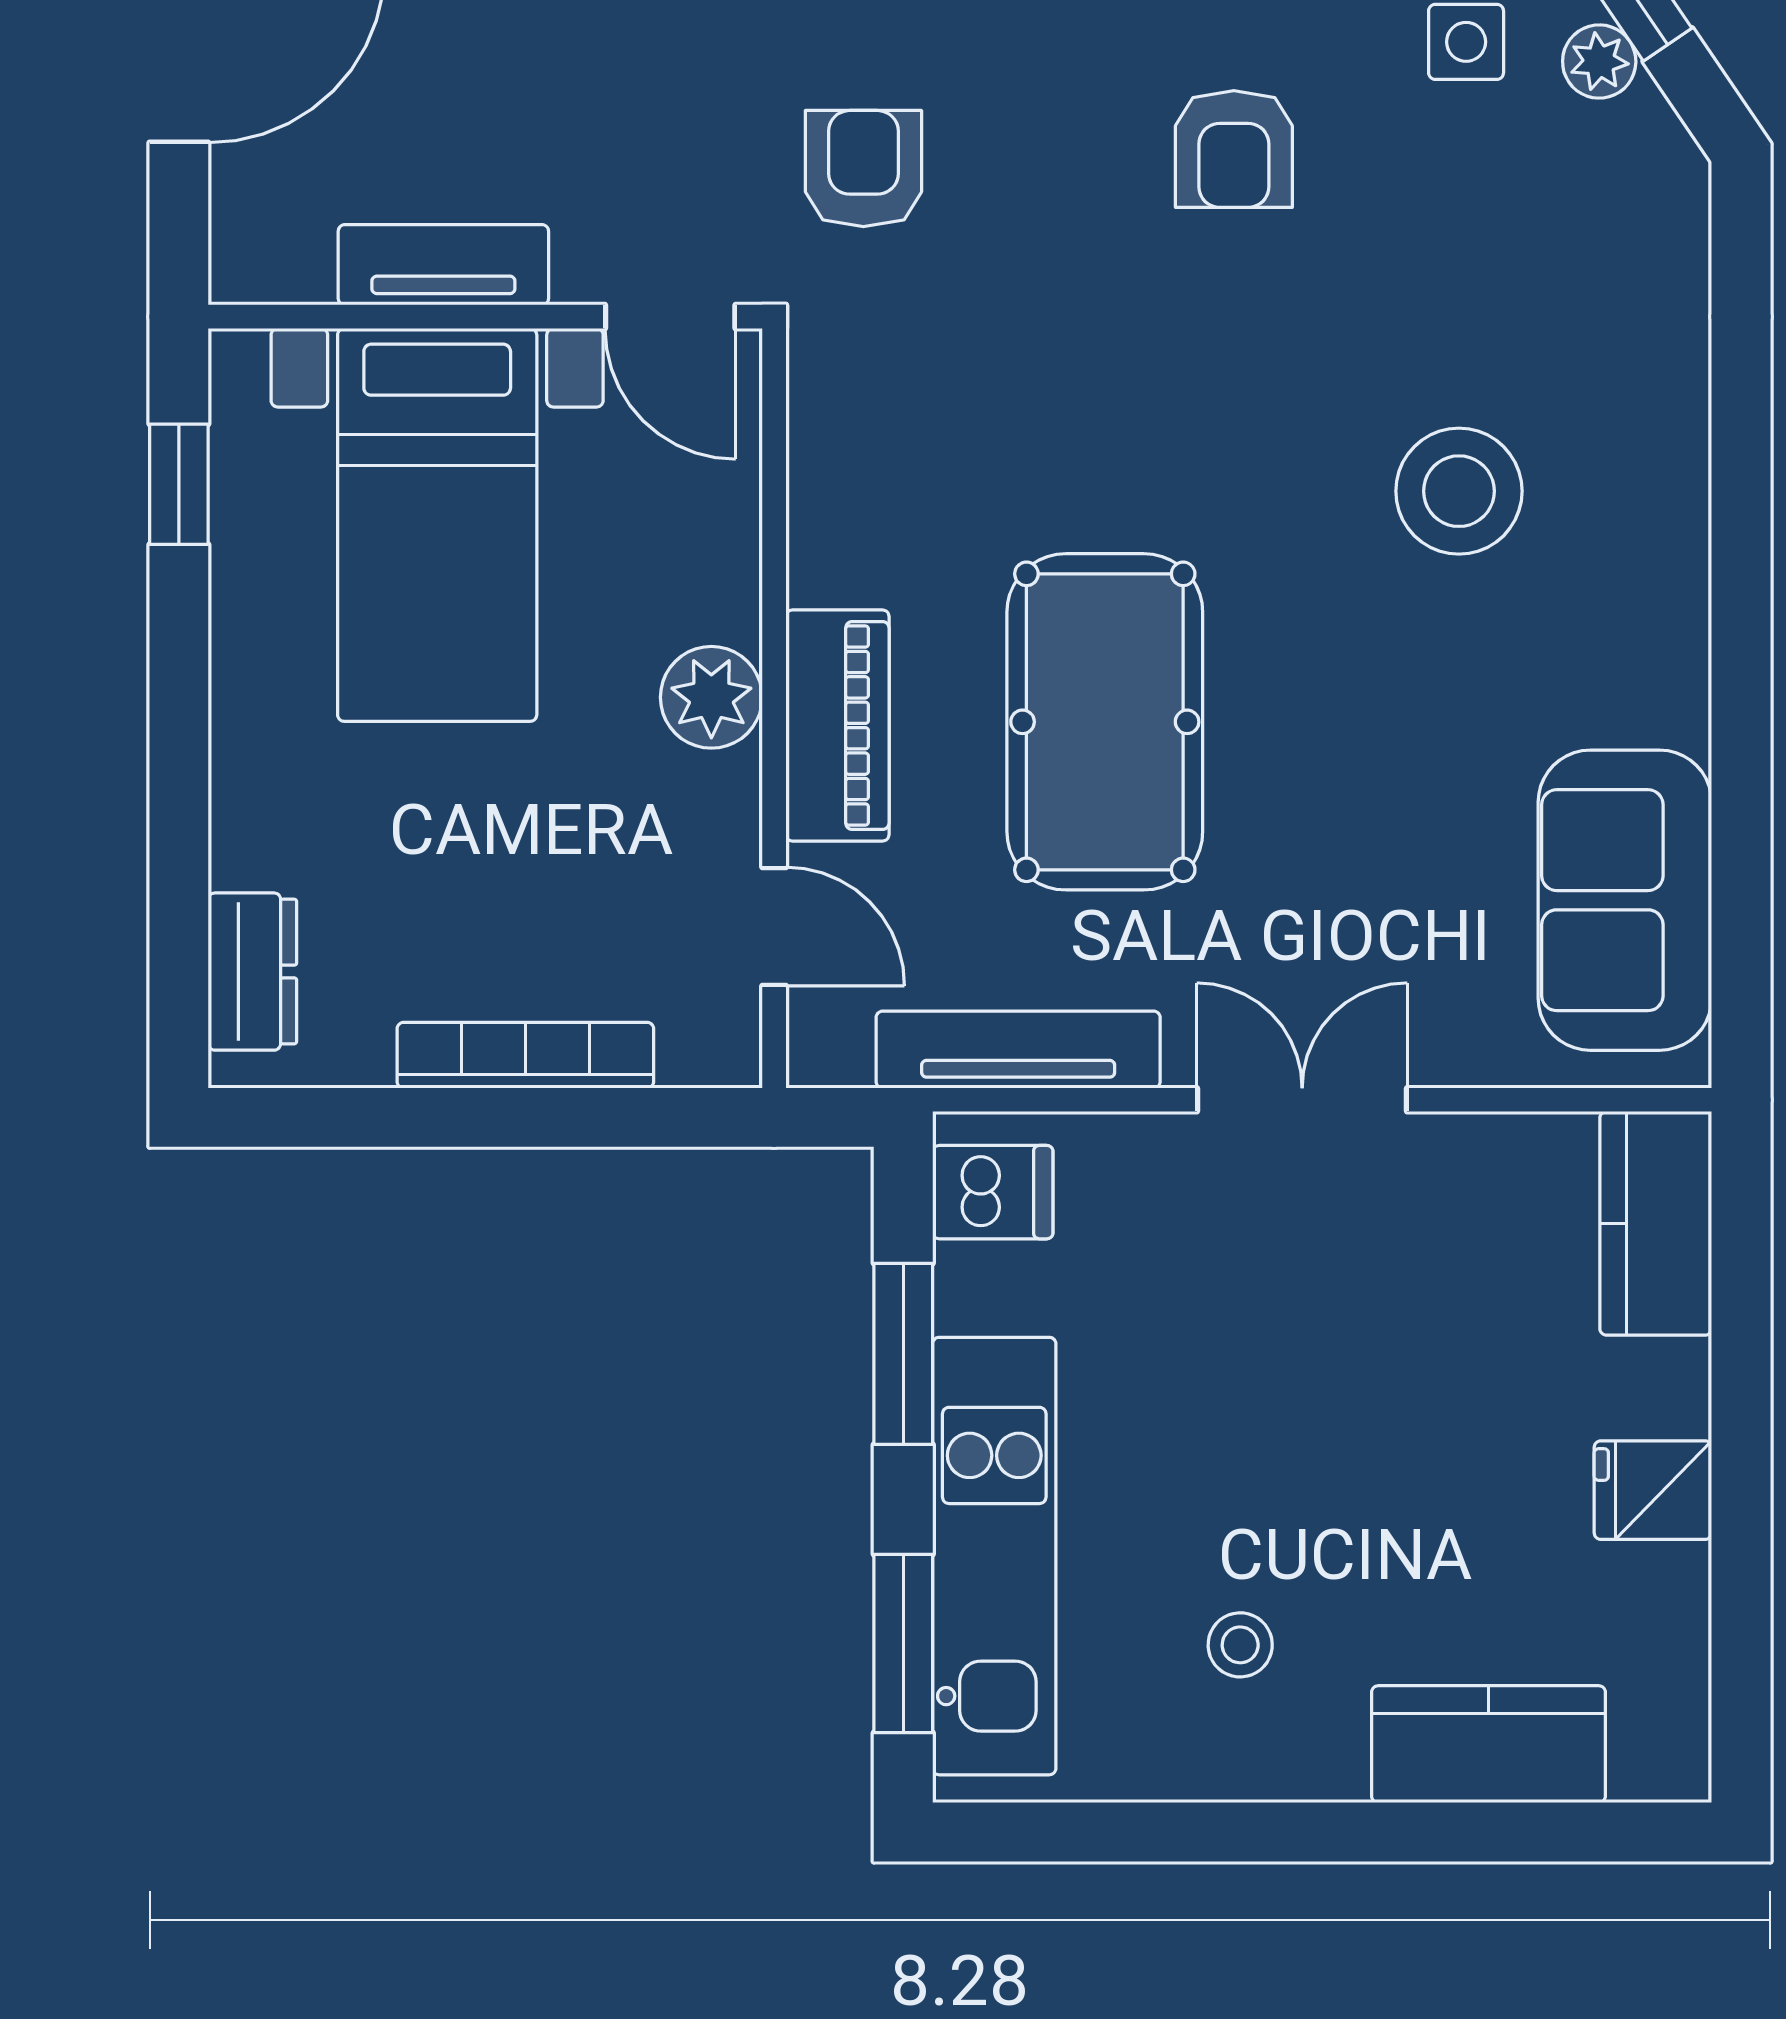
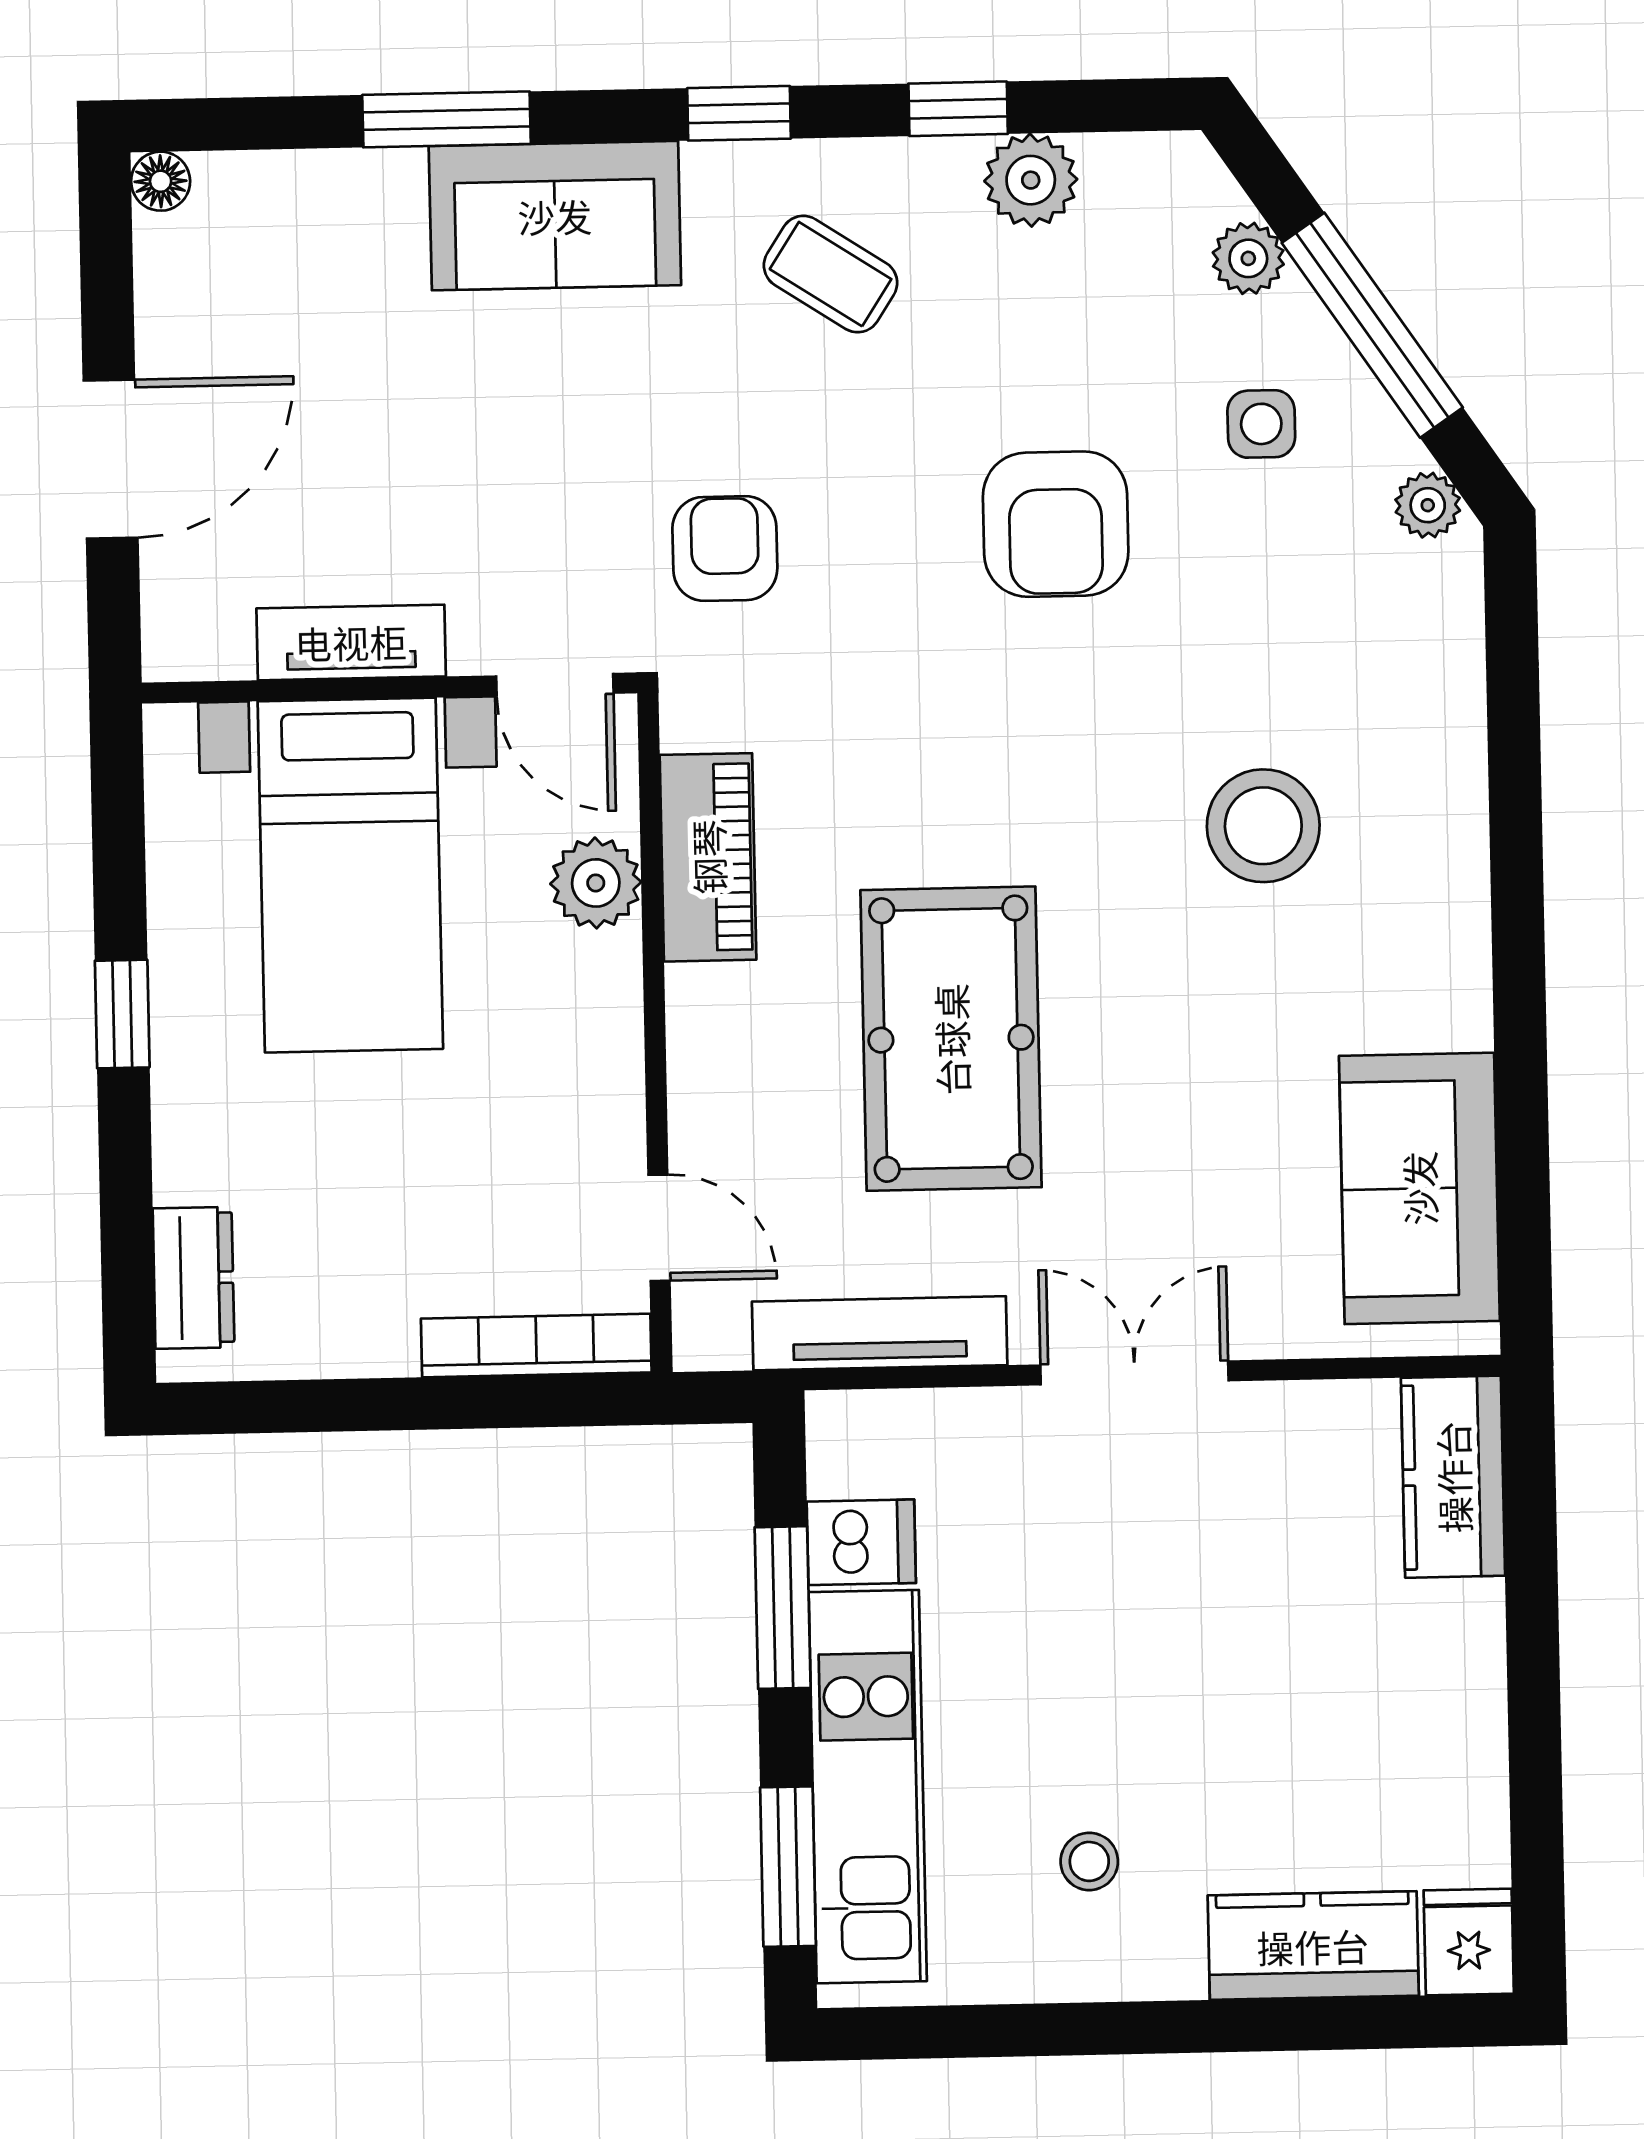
plant: (1599, 62) -> (1428, 505), moved
armchair: (1234, 149) -> (1056, 524), width x1.38, depth x1.38
window: (179, 484) -> (122, 1014), moved
plant: (711, 697) -> (596, 883), moved
piano: (837, 726) -> (708, 857), moved
bookcase: (525, 1055) -> (536, 1346), moved
dishwasher: (993, 1192) -> (861, 1542), moved
fridge: (1653, 1490) -> (1469, 1942), moved, turned 90

